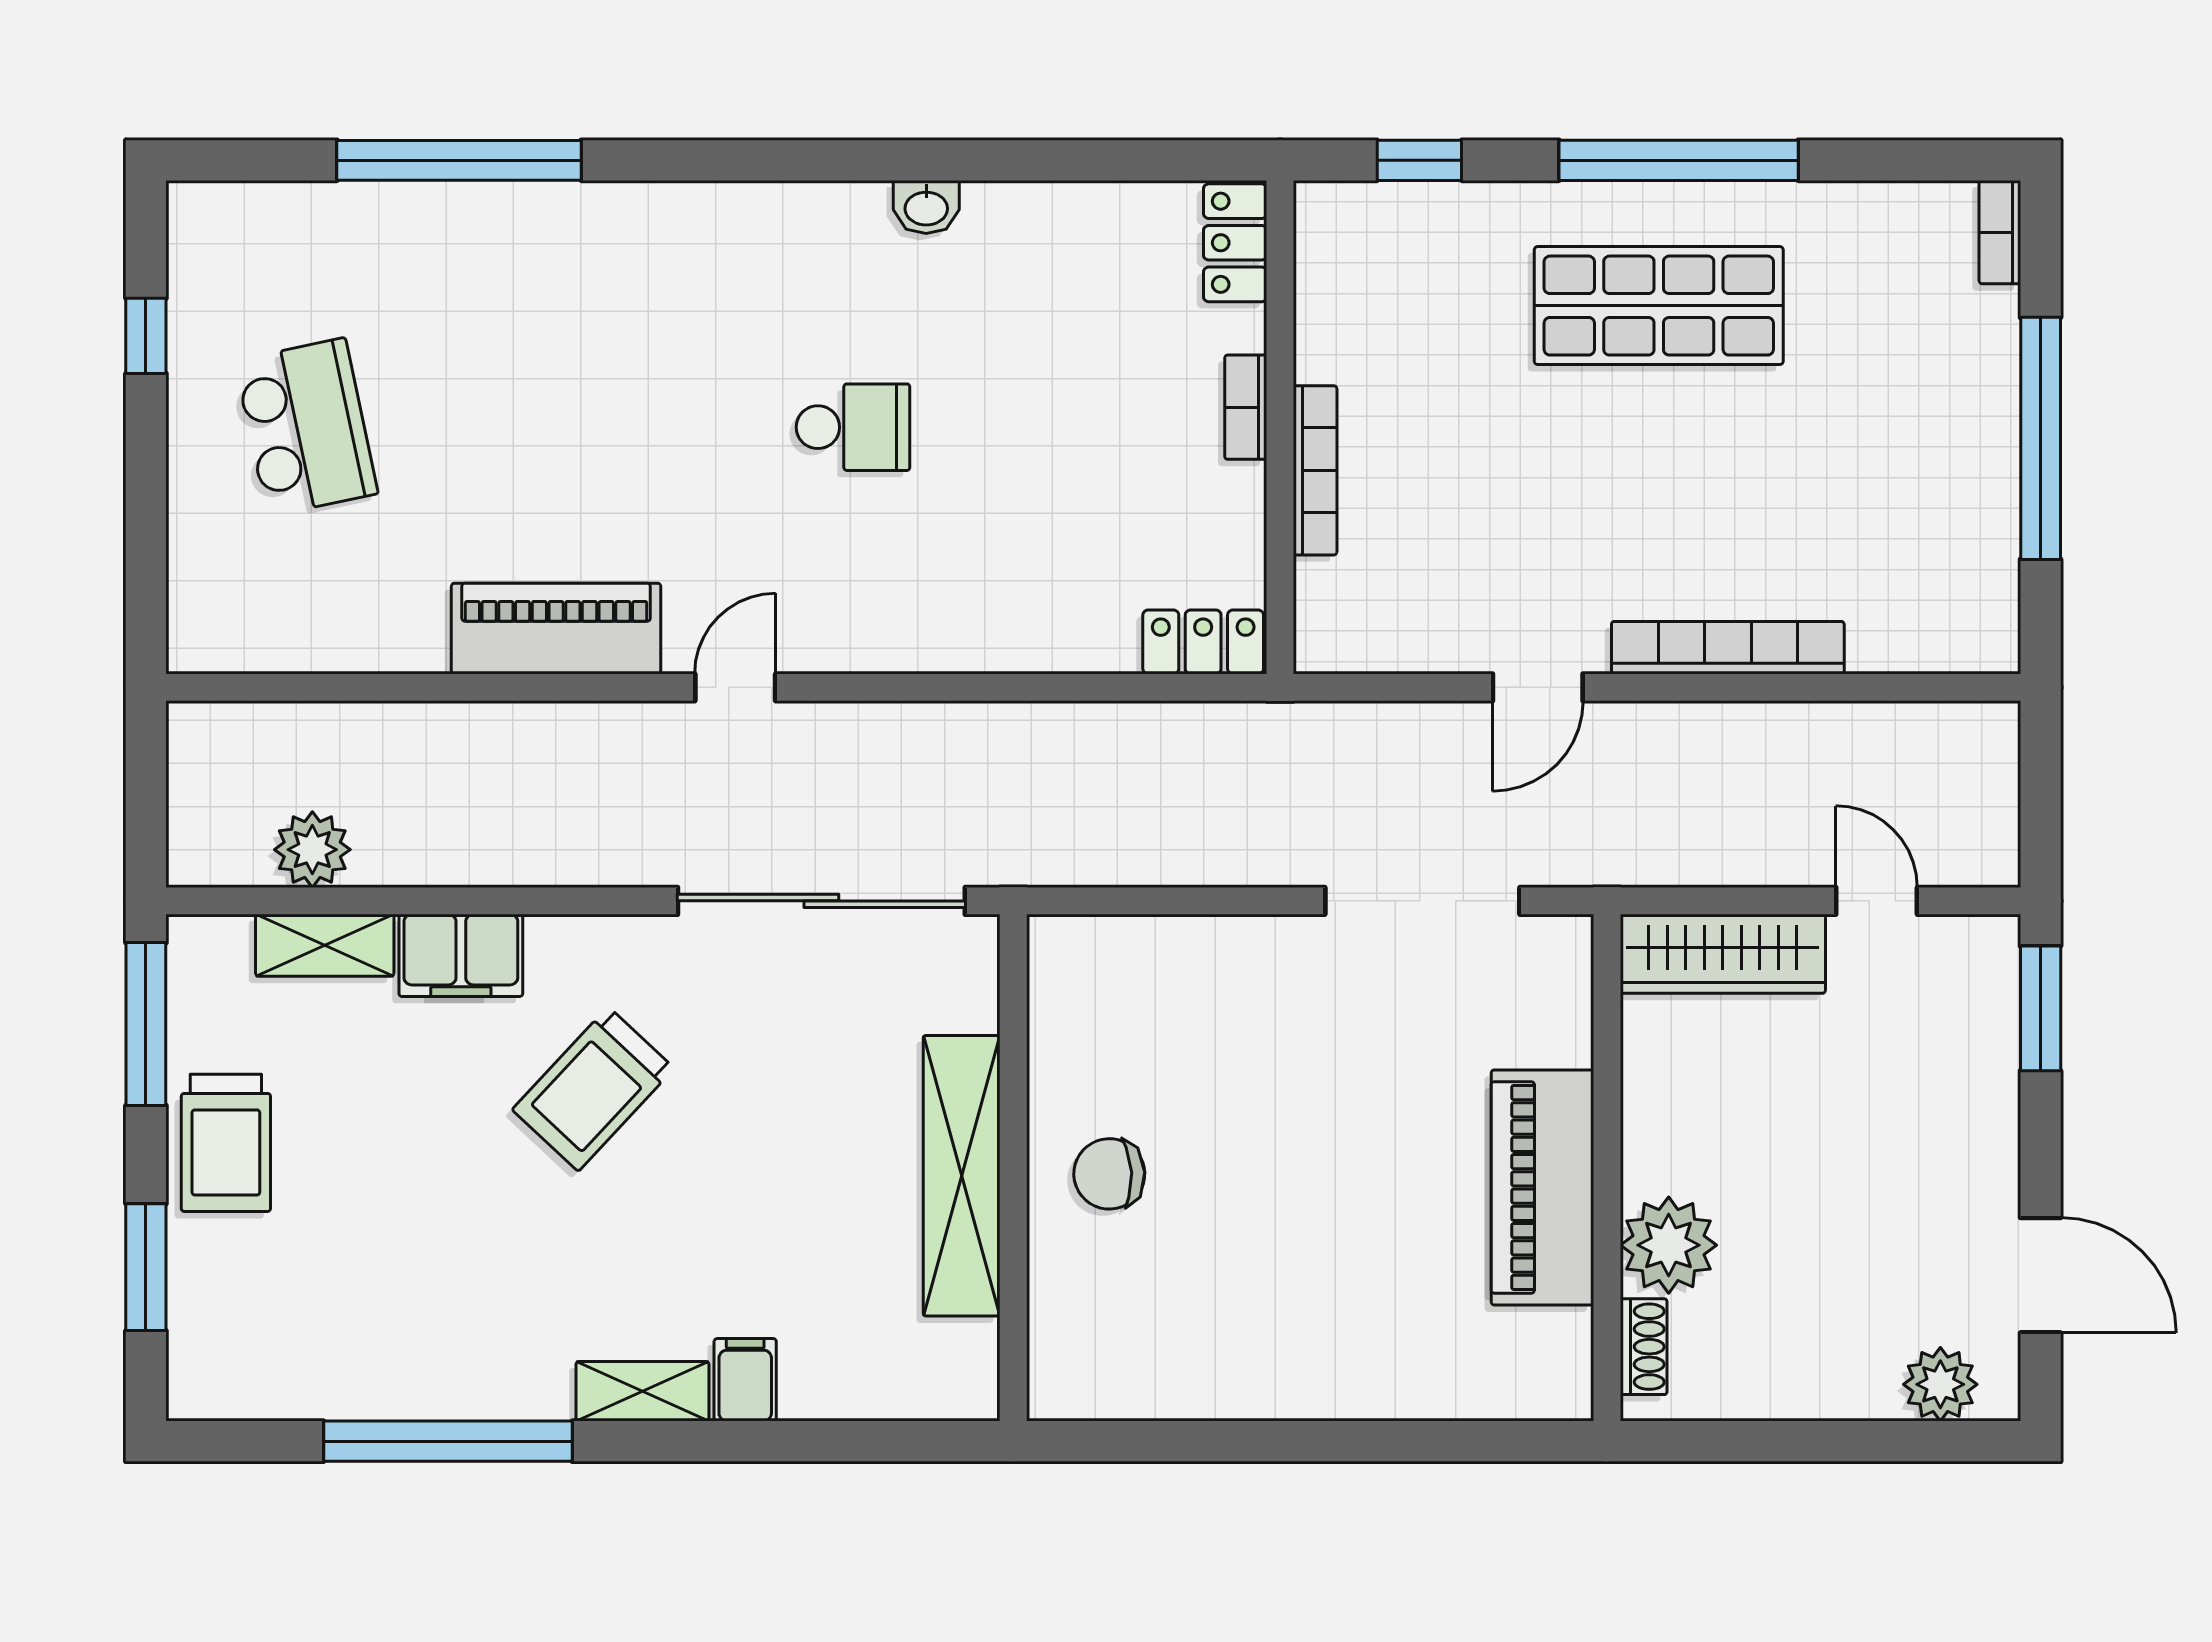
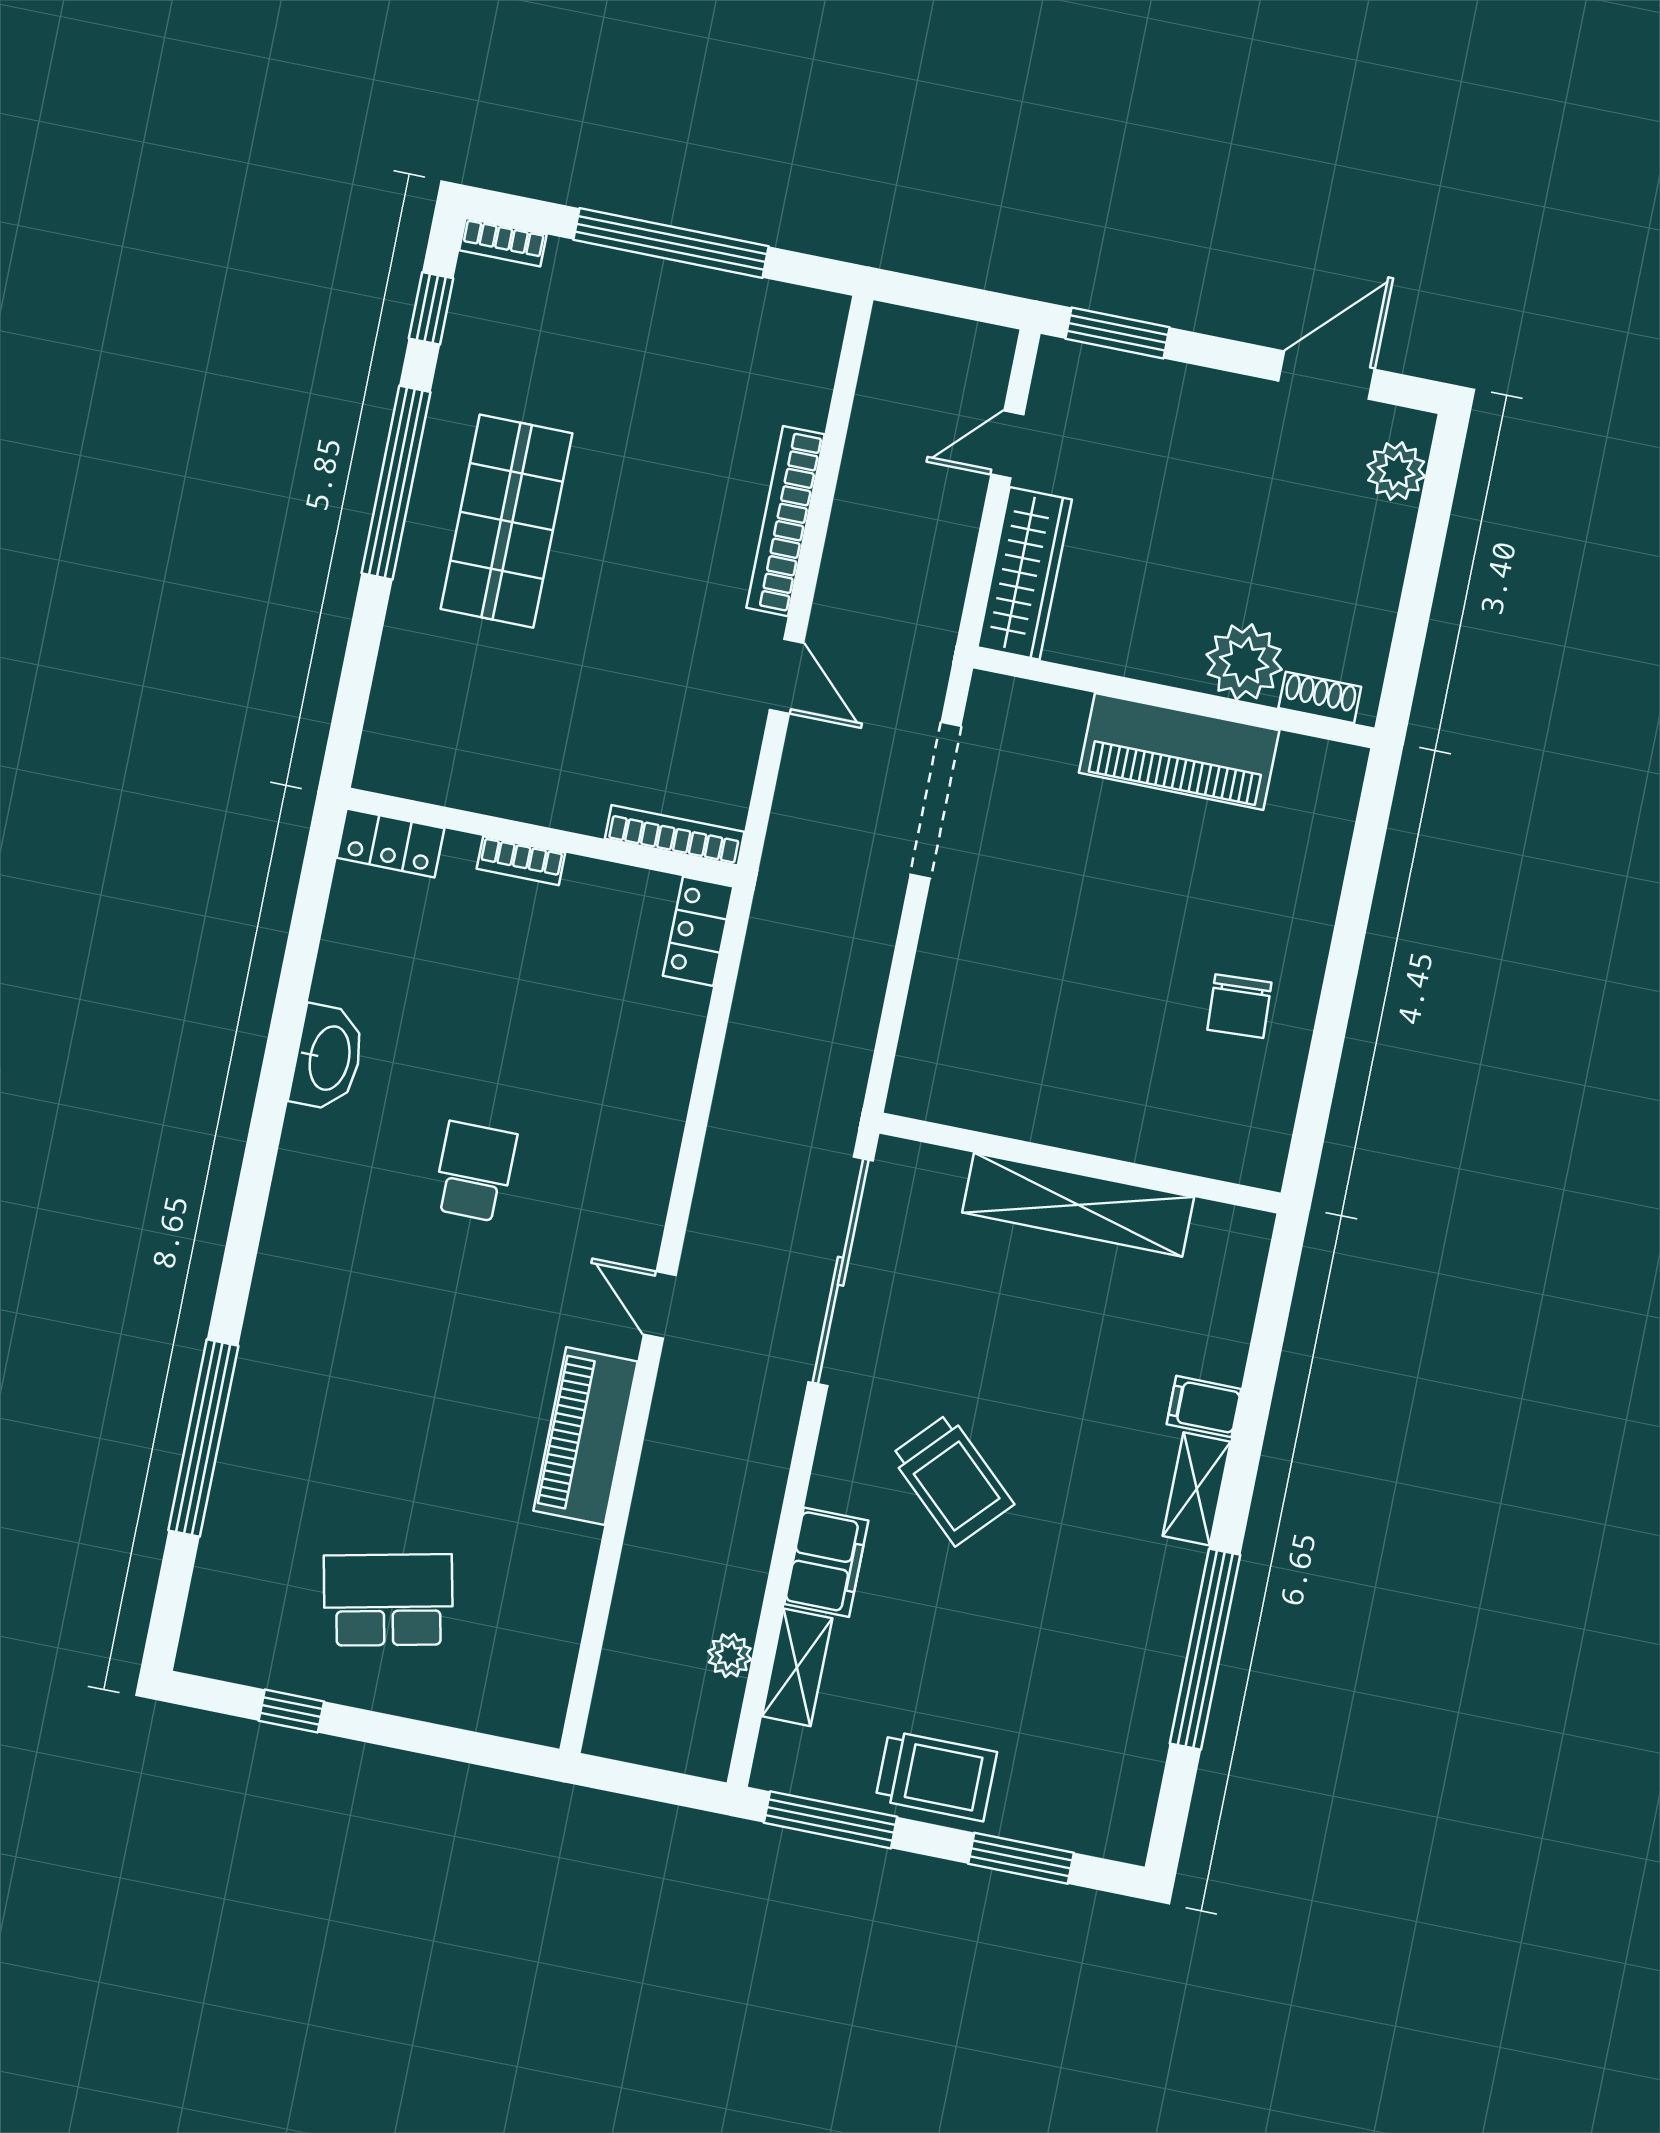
window: (1419, 160) -> (431, 308), moved
washbasin: (926, 207) -> (328, 1058), width x1.91, depth x1.45
bookcase: (1315, 470) -> (675, 835), moved
plant: (312, 850) -> (730, 1655), width x0.73, depth x0.73
chair: (1109, 1174) -> (1239, 1006), moved

